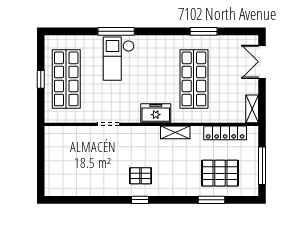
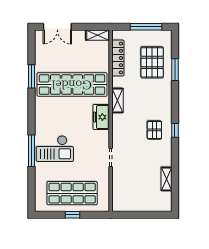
shop shelf: (194, 79) -> (72, 85), width x1.40
shelving: (83, 190) -> (166, 179), added

